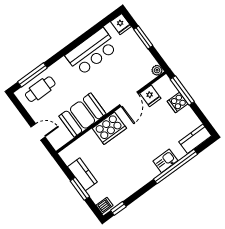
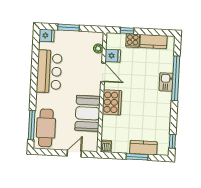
plant: (157, 70) -> (98, 48), moved
cafe table: (40, 89) -> (46, 128), width x1.37, depth x1.35
window: (182, 90) -> (127, 31), width x0.46
kitchen counter: (195, 139) -> (153, 42), moved, turned -90
kitchen counter: (82, 174) -> (143, 148), moved
dishwasher: (105, 205) -> (106, 146), moved

